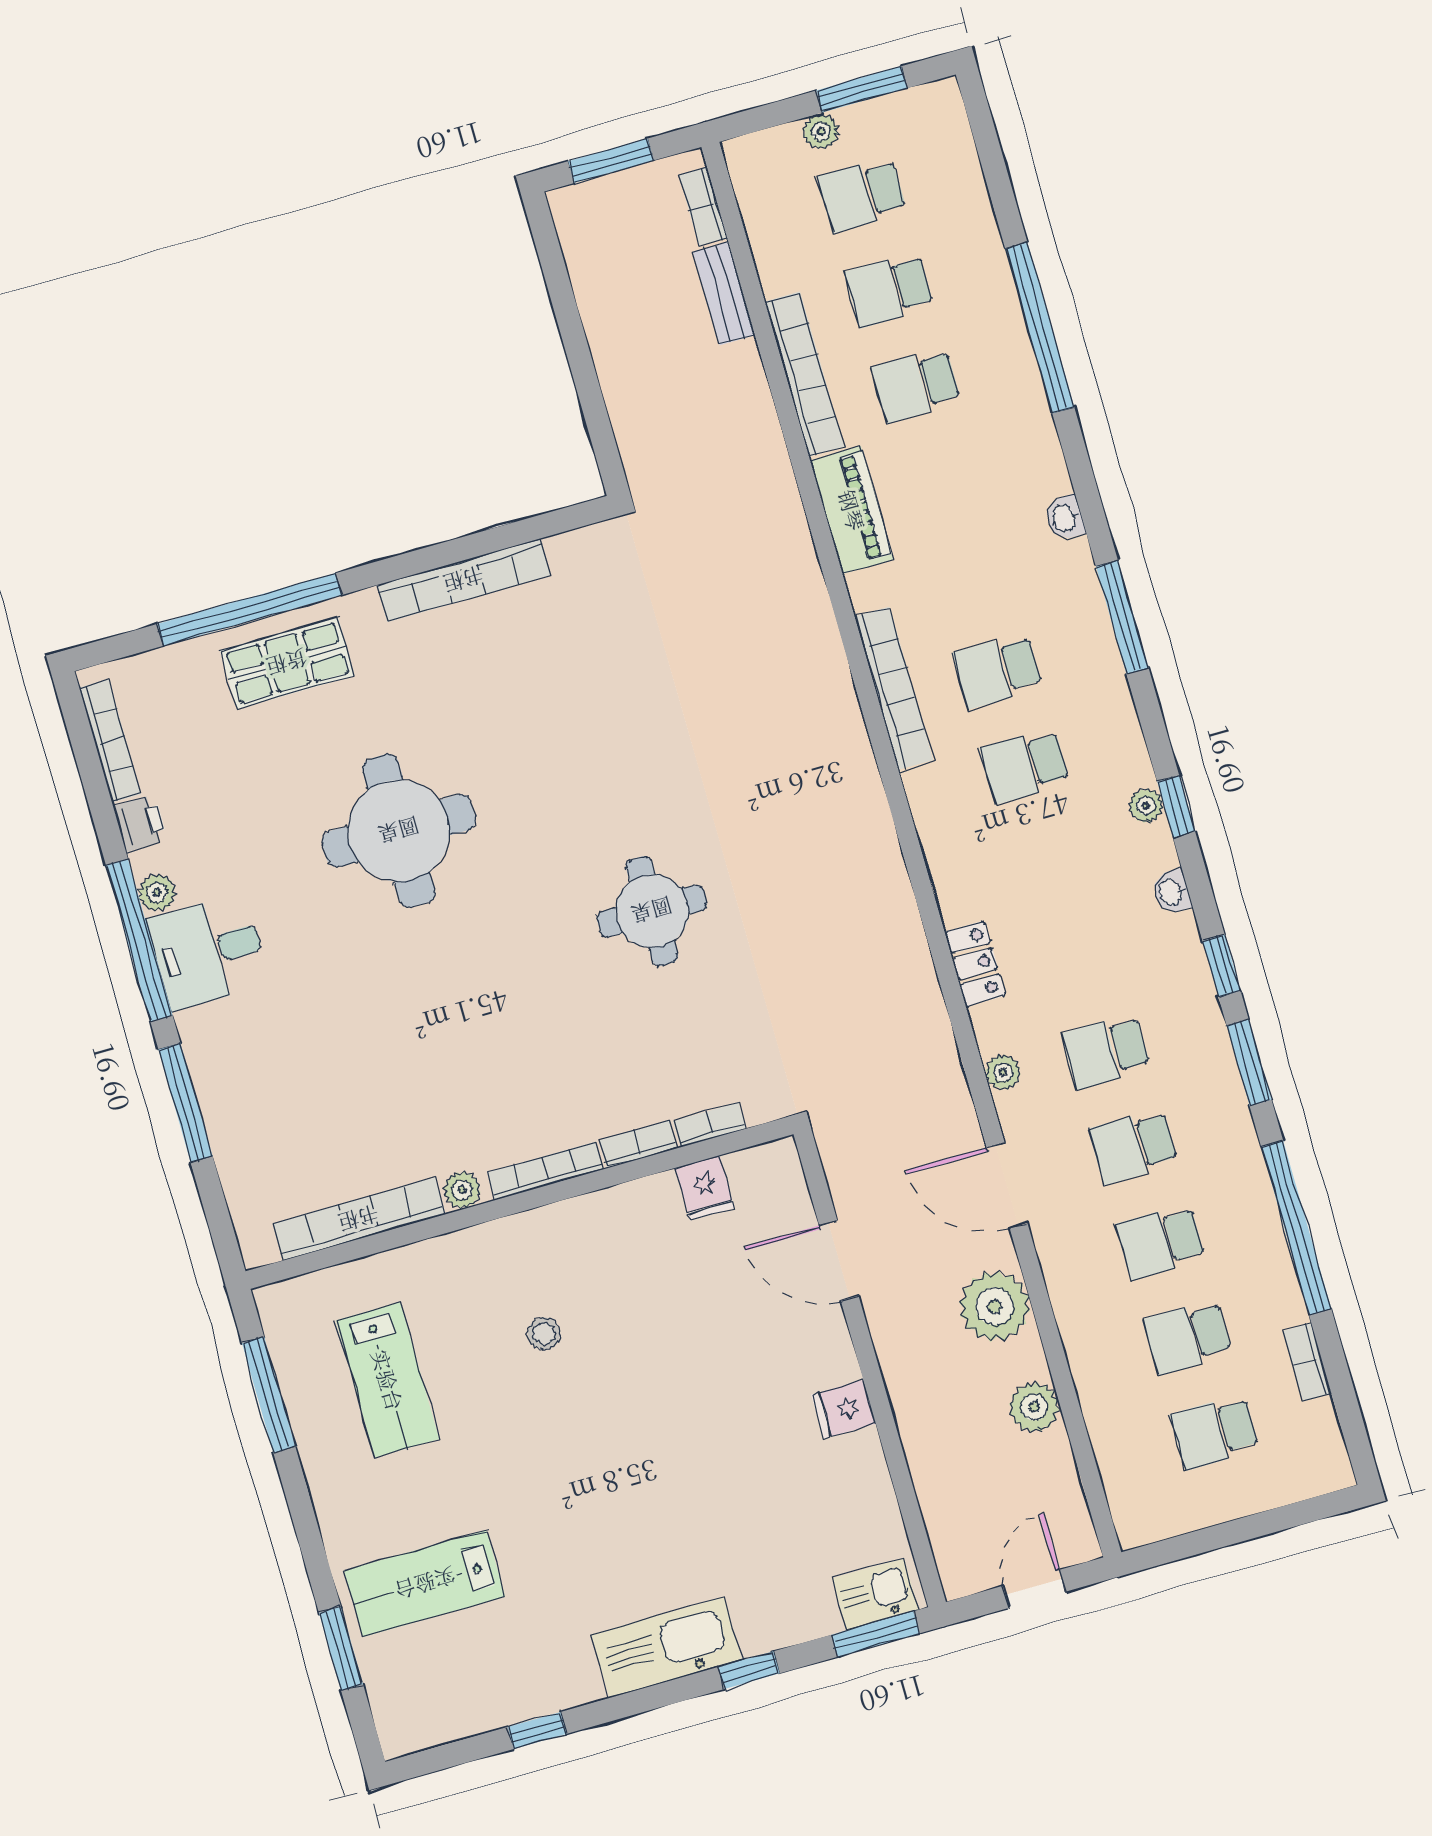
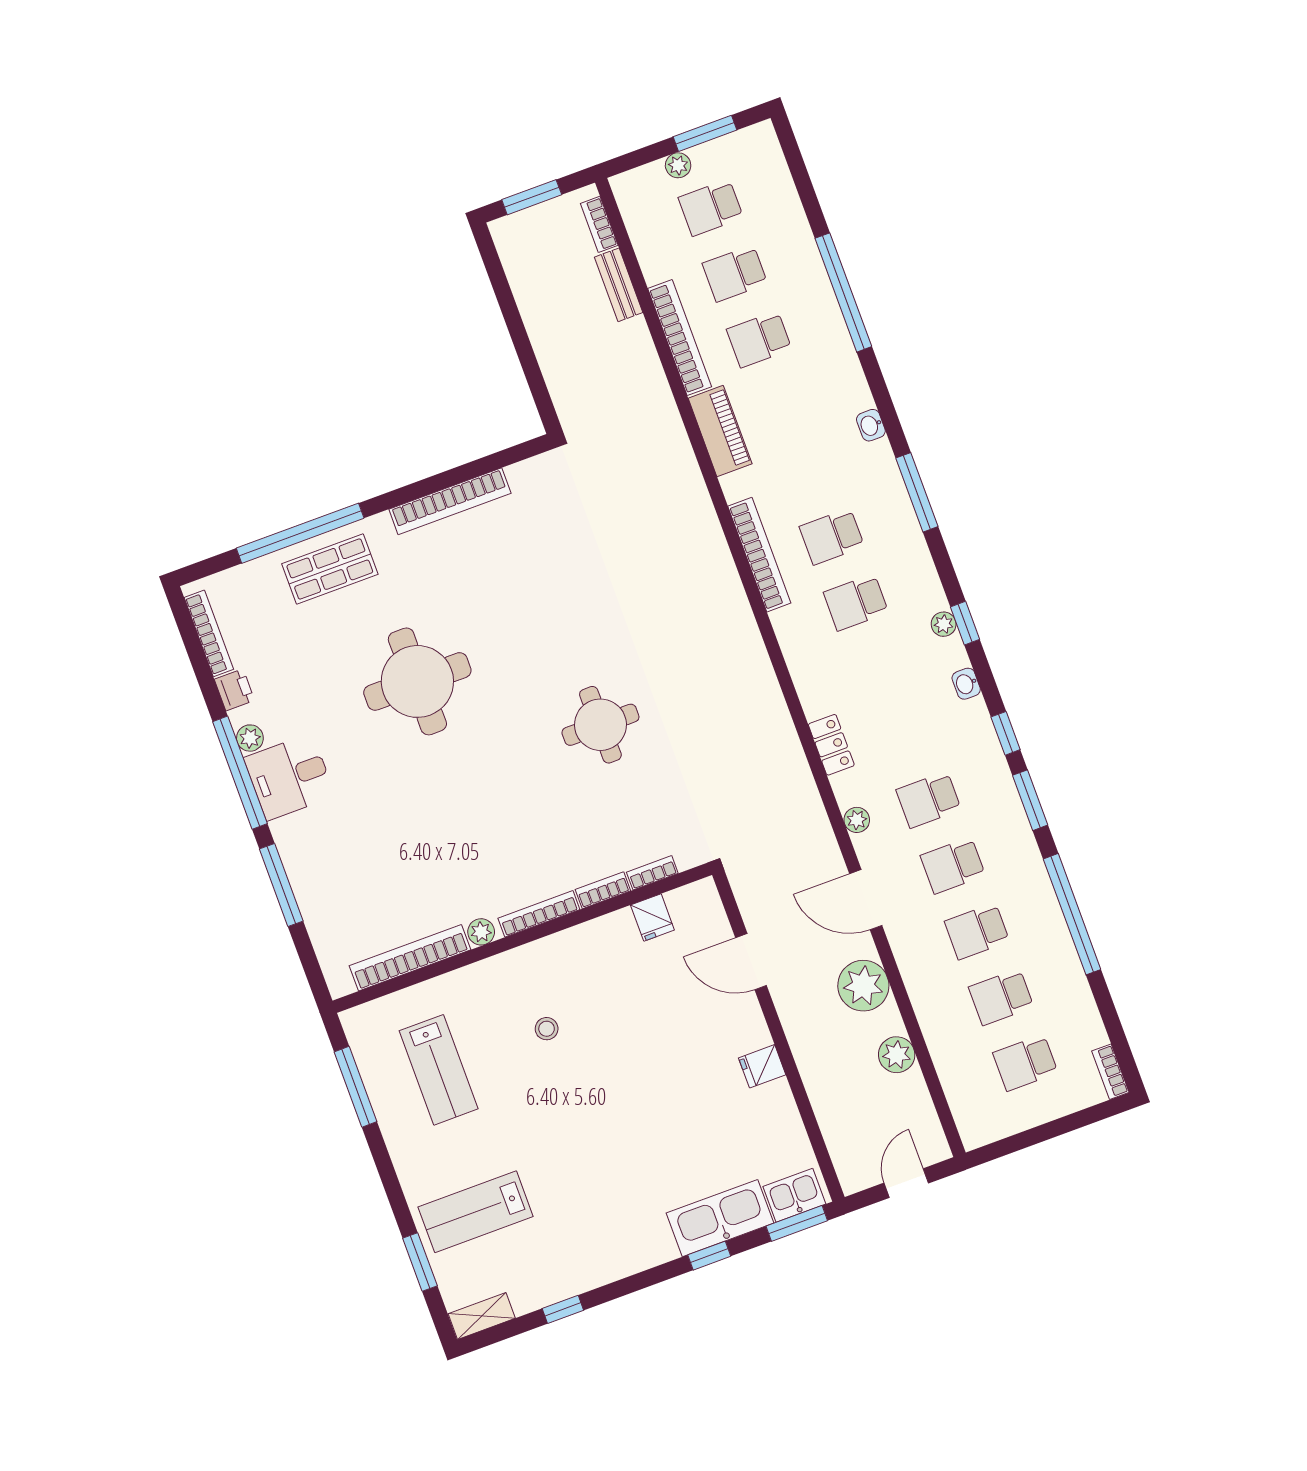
bookcase: (1307, 1362) -> (1110, 1072), moved
kitchen sink: (667, 1647) -> (720, 1218), moved
shelving: (422, 1731) -> (482, 1316), added

